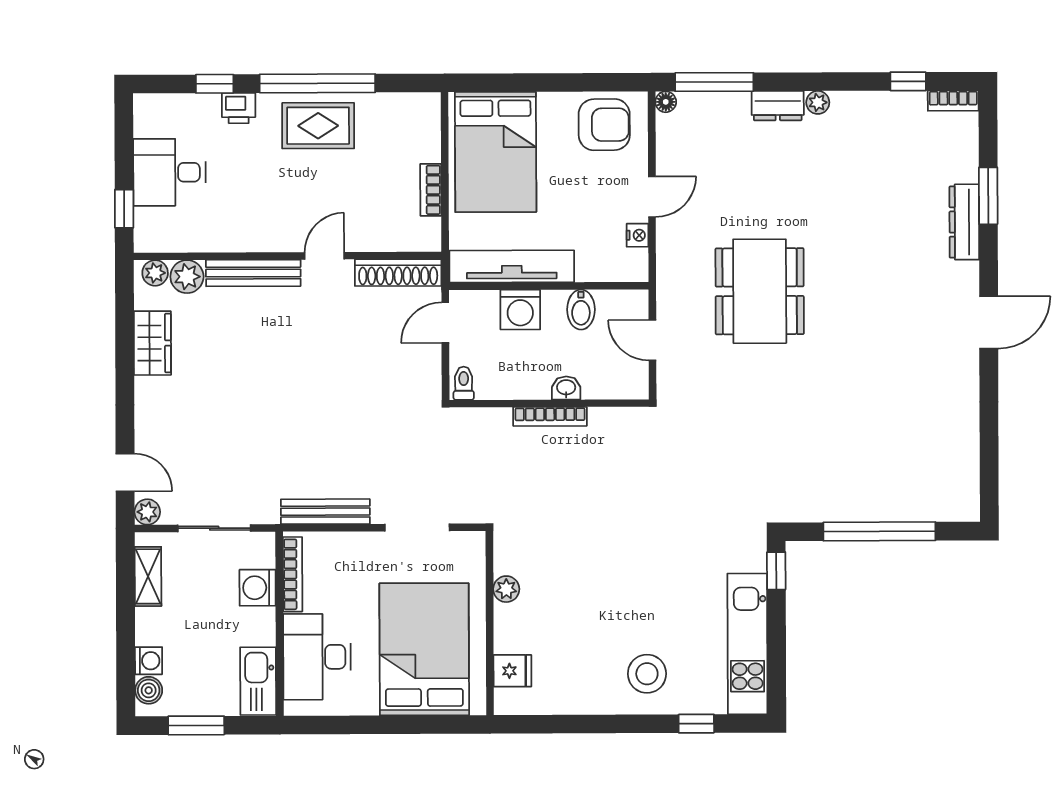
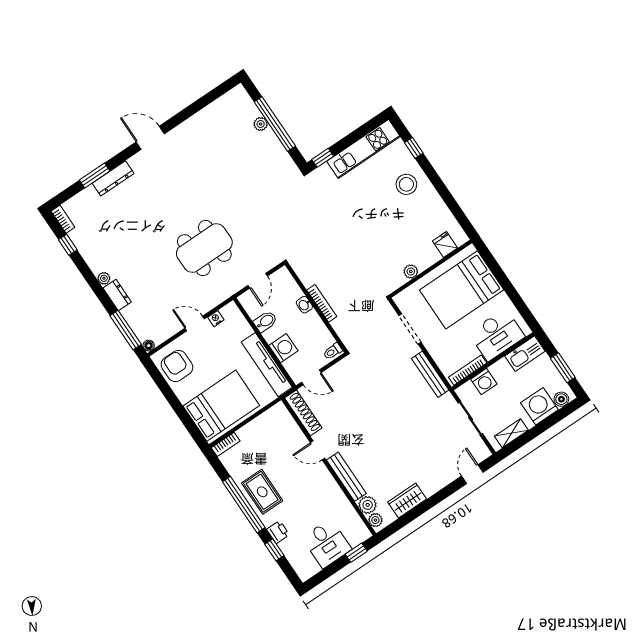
bookcase: (431, 190) -> (226, 444), moved
plant: (147, 512) -> (261, 124), moved
washing machine: (149, 661) -> (539, 406), width x1.89, depth x1.89

